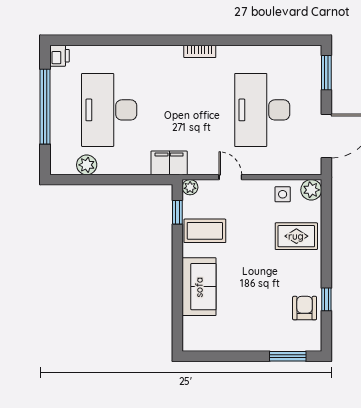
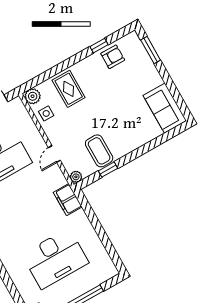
plant: (87, 165) -> (100, 253), removed
window: (177, 212) -> (108, 170), moved
sofa: (199, 287) -> (165, 108), moved, turned -90
armchair: (305, 308) -> (113, 57), turned 180

